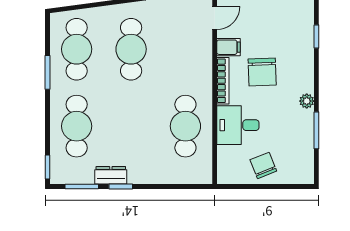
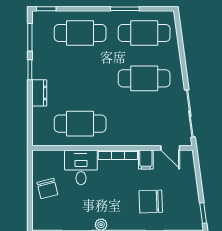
chair: (262, 72) -> (151, 202), moved
chair: (263, 165) -> (47, 188), turned 98
dresser: (111, 175) -> (39, 93), moved

